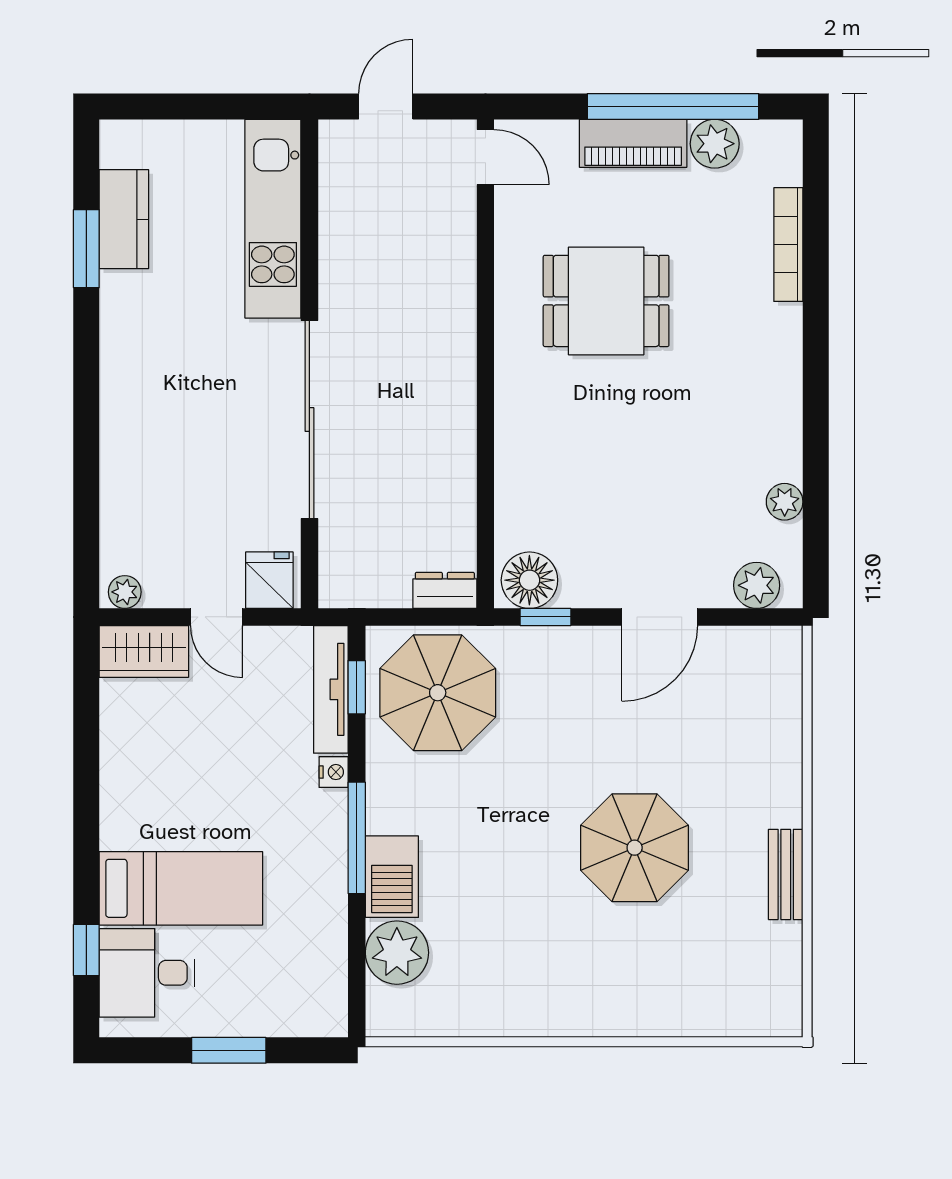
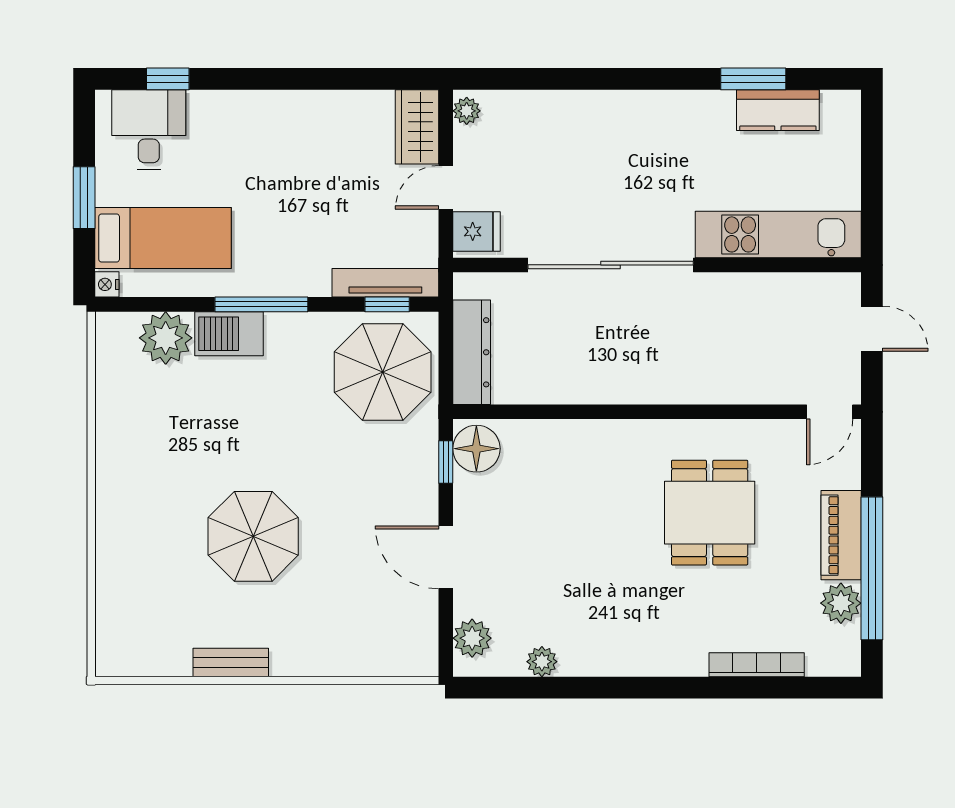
dresser: (445, 590) -> (472, 352), width x1.96, depth x1.24
nightstand: (334, 772) -> (107, 284), moved, turned 90
bed: (181, 888) -> (163, 238), moved, turned -90

